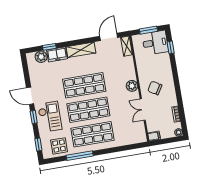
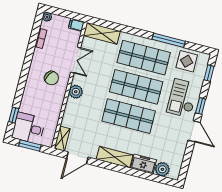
window: (49, 47) -> (148, 176), removed
shelving: (132, 138) -> (102, 33), added

